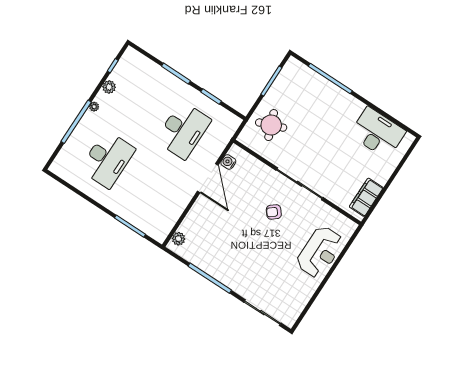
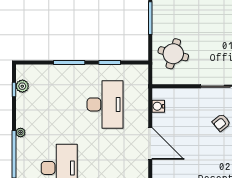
plant: (109, 87) -> (22, 86), moved
round table: (271, 125) -> (173, 54), turned 37
door: (208, 178) -> (150, 144), moved

